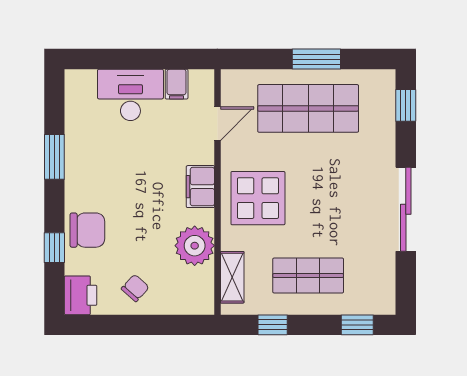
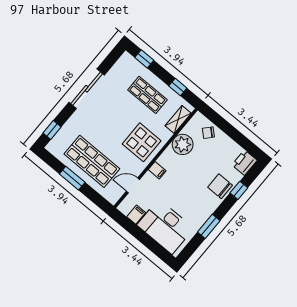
desk: (130, 95) -> (165, 227), width x1.36, depth x1.30
filing cabinet: (200, 187) -> (157, 170), width x0.50
chair: (135, 288) -> (208, 133), moved

